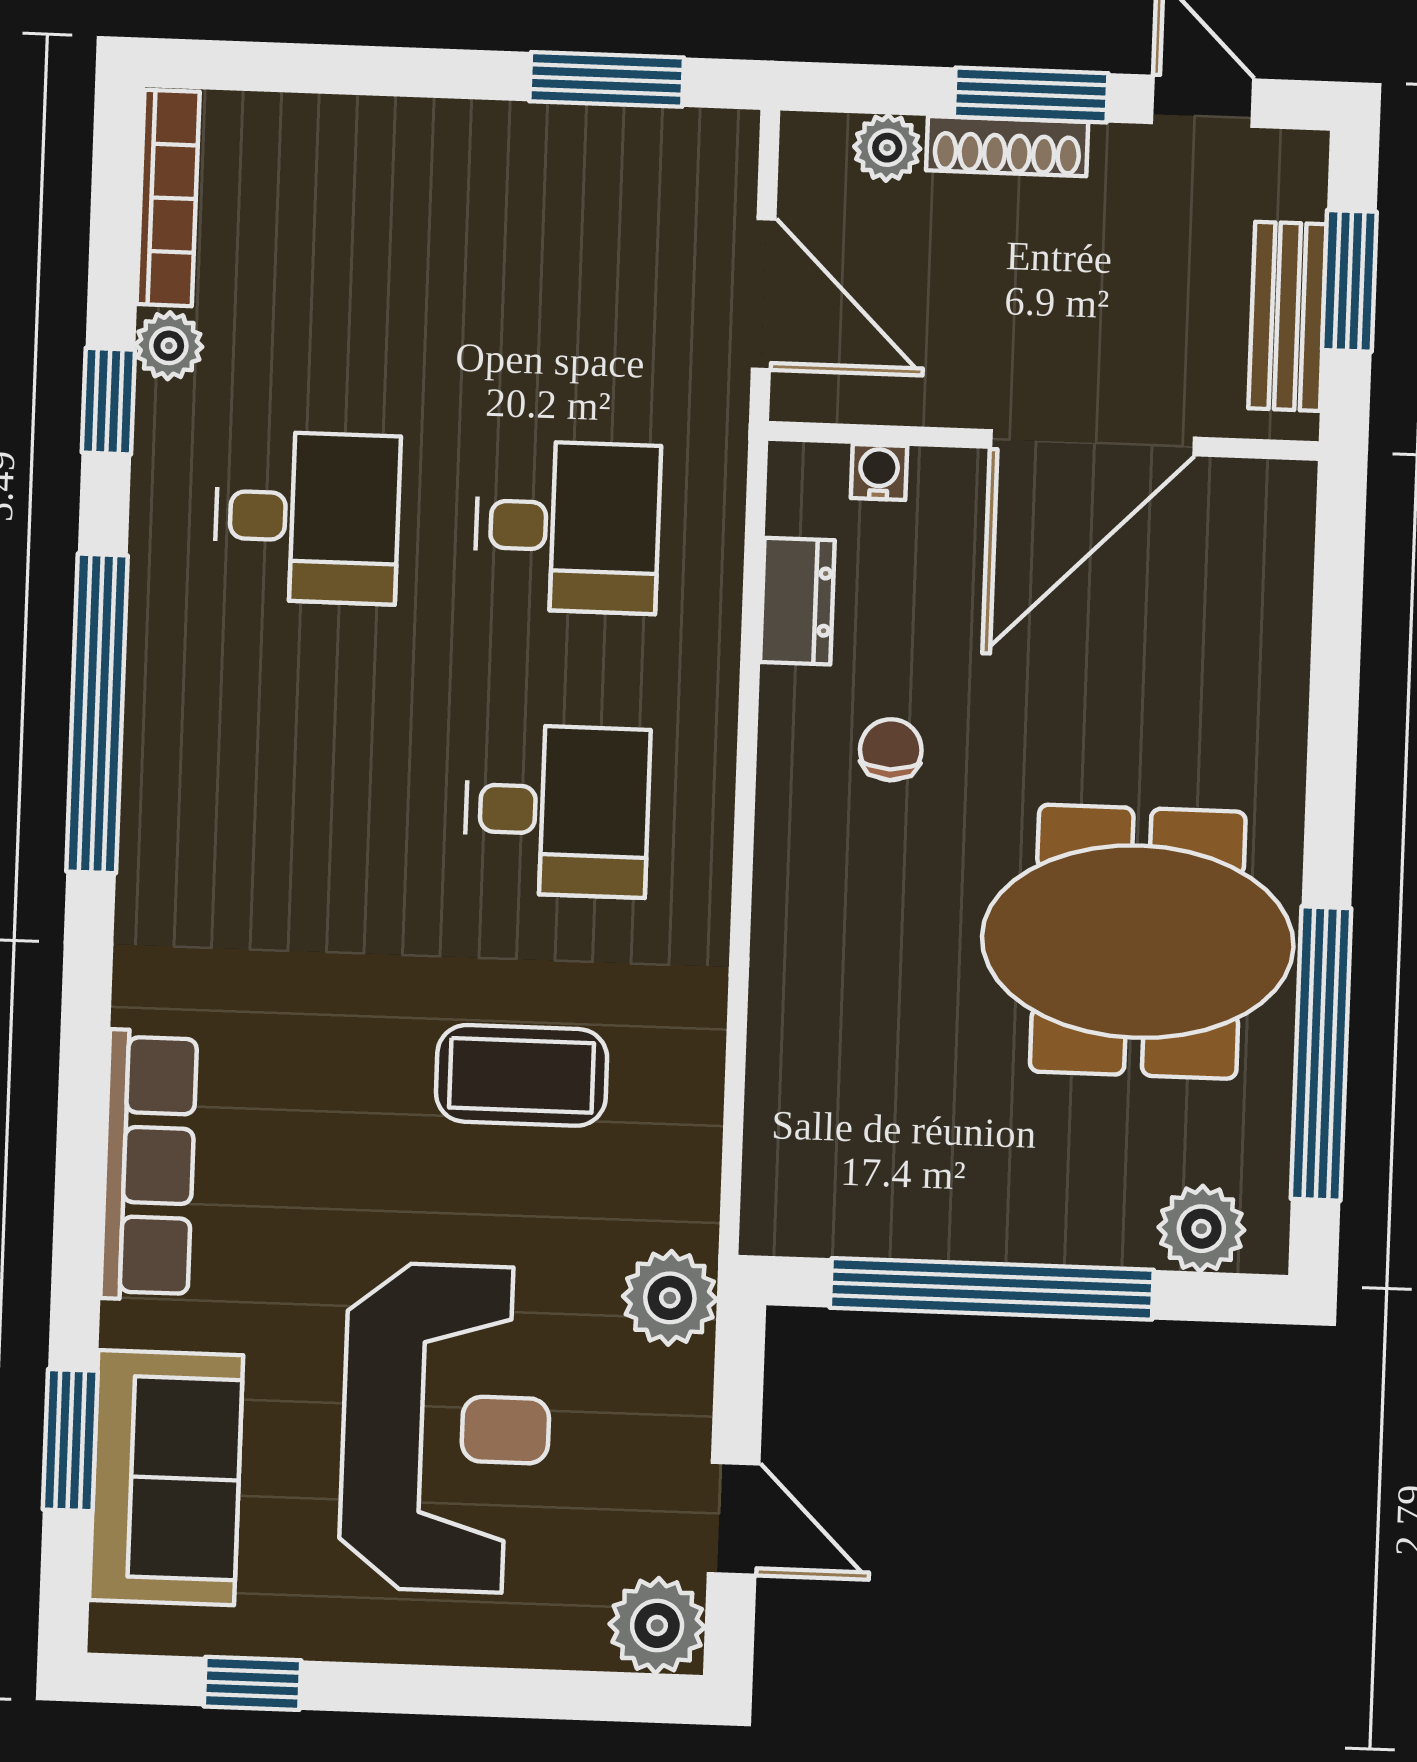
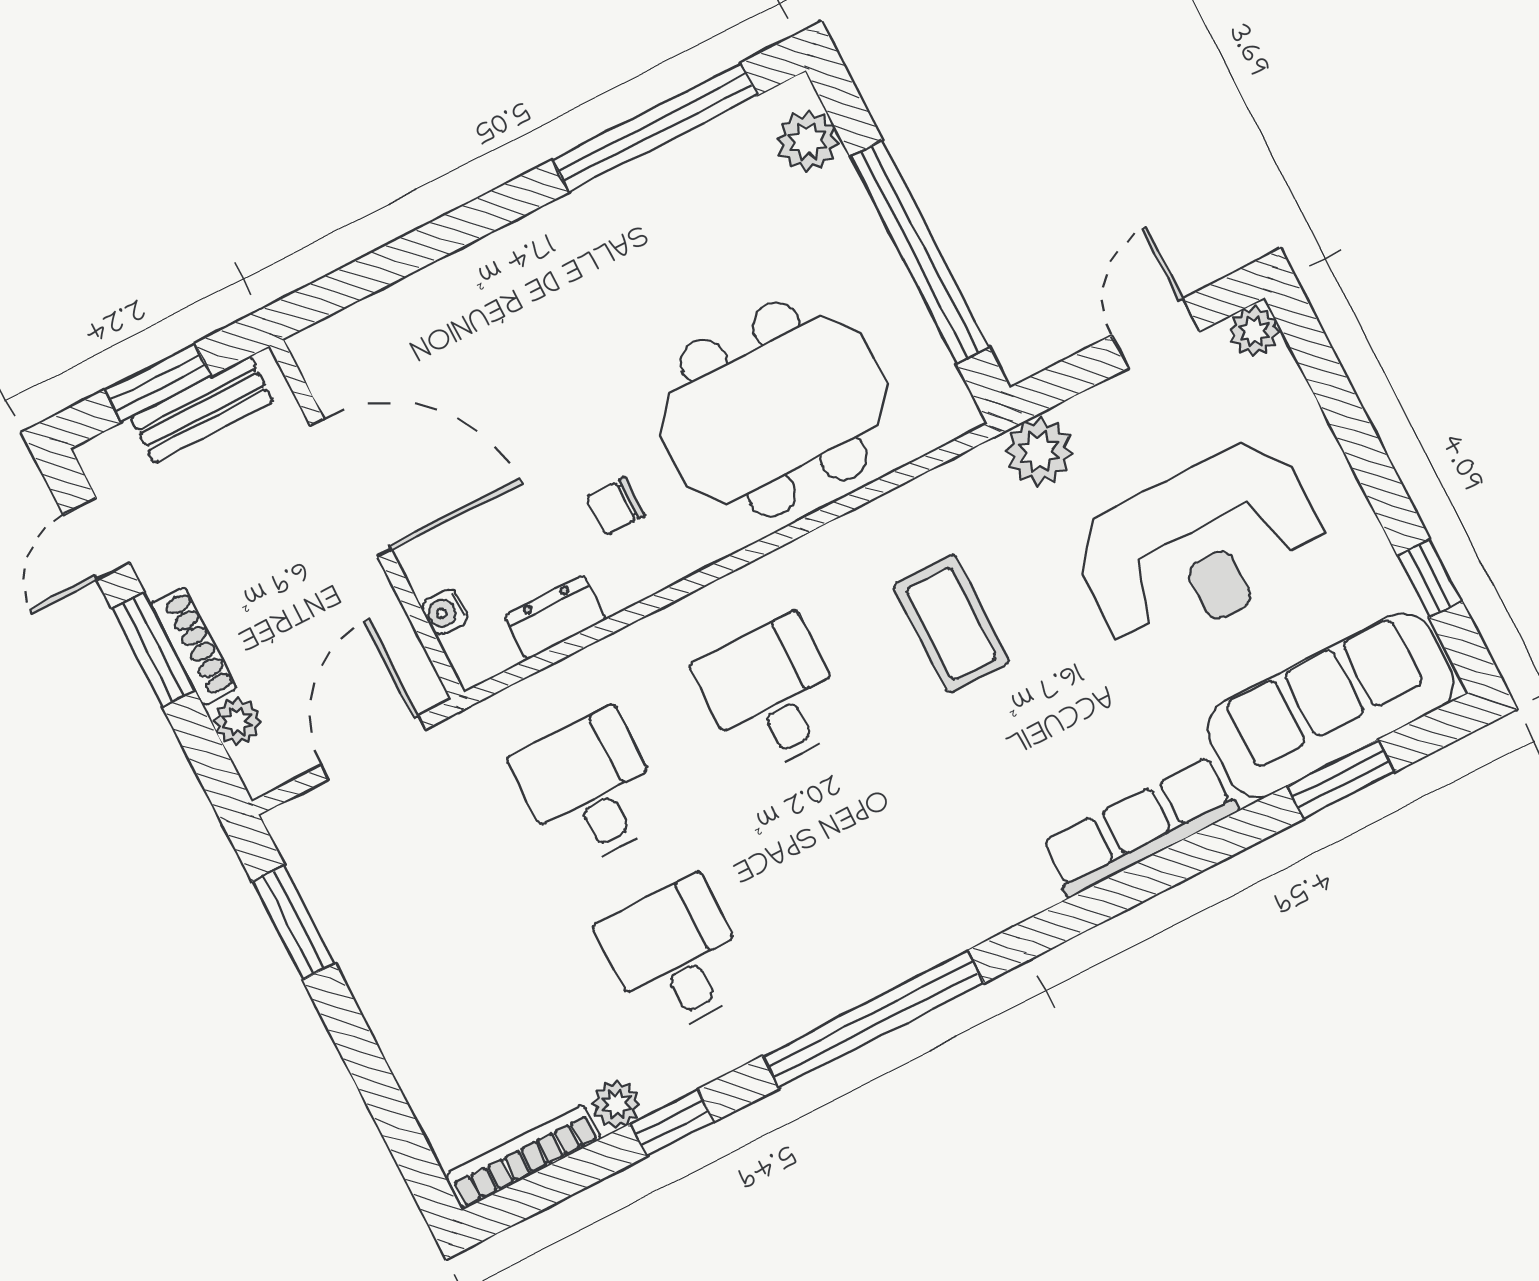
meeting table: (1138, 942) -> (774, 410), moved, turned 90
reception desk: (446, 1428) -> (1200, 547), turned 180
sofa: (166, 1478) -> (1330, 705), width x1.36
plant: (657, 1626) -> (1254, 331), width x0.73, depth x0.73

